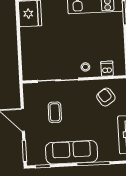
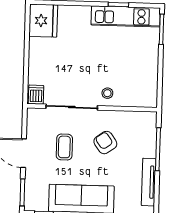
dishwasher: (107, 69) -> (36, 95), moved
armchair: (106, 97) -> (105, 143), moved

